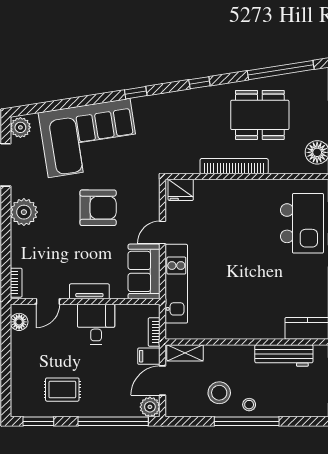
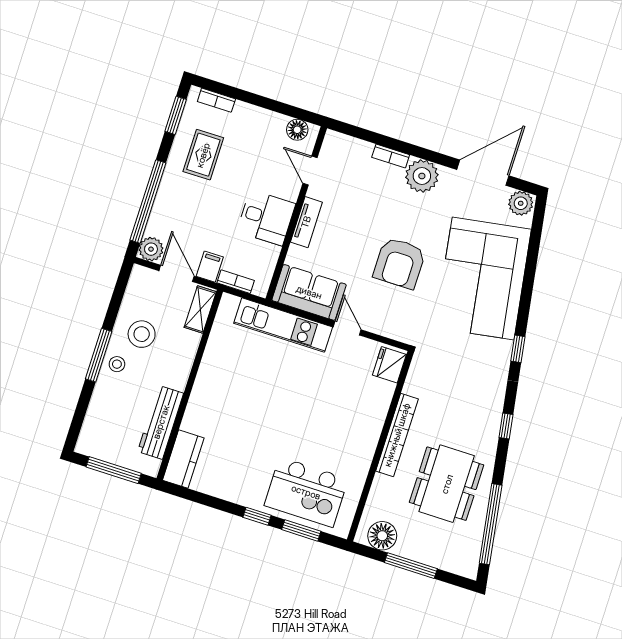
bookcase: (16, 283) -> (391, 156), moved
bookcase: (16, 393) -> (216, 100), added
window: (247, 421) -> (99, 355), width x0.68

